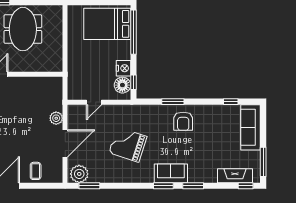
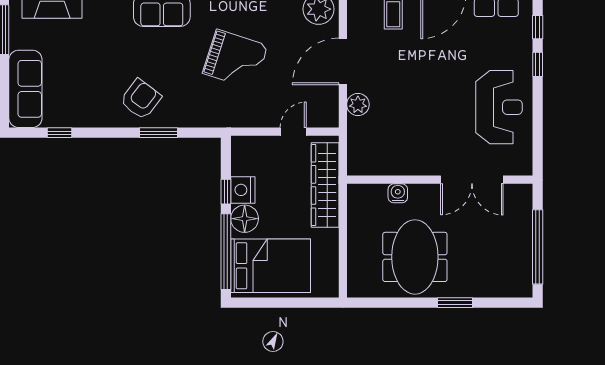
water cooler: (33, 66) -> (398, 193), added
wardrobe: (75, 71) -> (325, 185), added
window: (133, 82) -> (226, 192), moved
floor lamp: (122, 85) -> (245, 219), moved
armchair: (183, 121) -> (141, 99), turned 37

